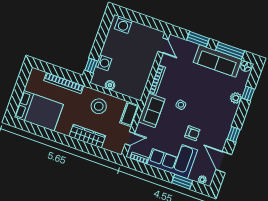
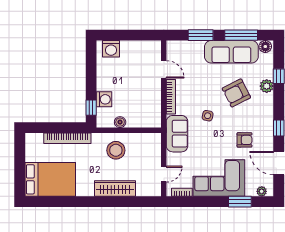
door: (163, 46) -> (164, 69), moved
armchair: (210, 95) -> (236, 93), added
cot: (129, 114) -> (154, 147), removed
armchair: (192, 133) -> (244, 140), moved

